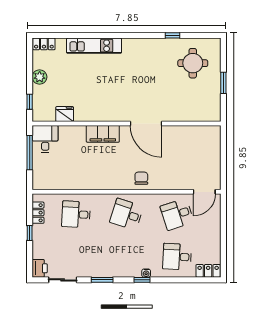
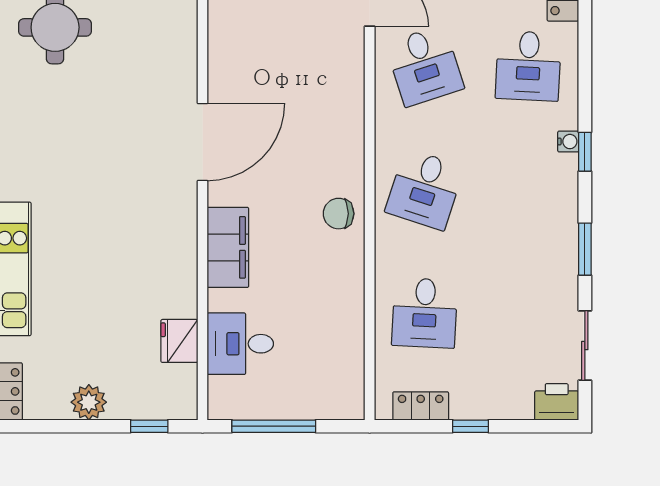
desk: (45, 139) -> (240, 344), moved
chair: (141, 178) -> (339, 214), moved

